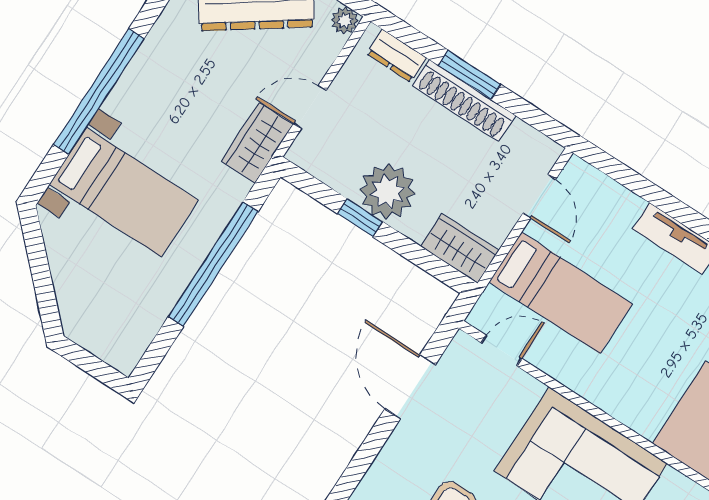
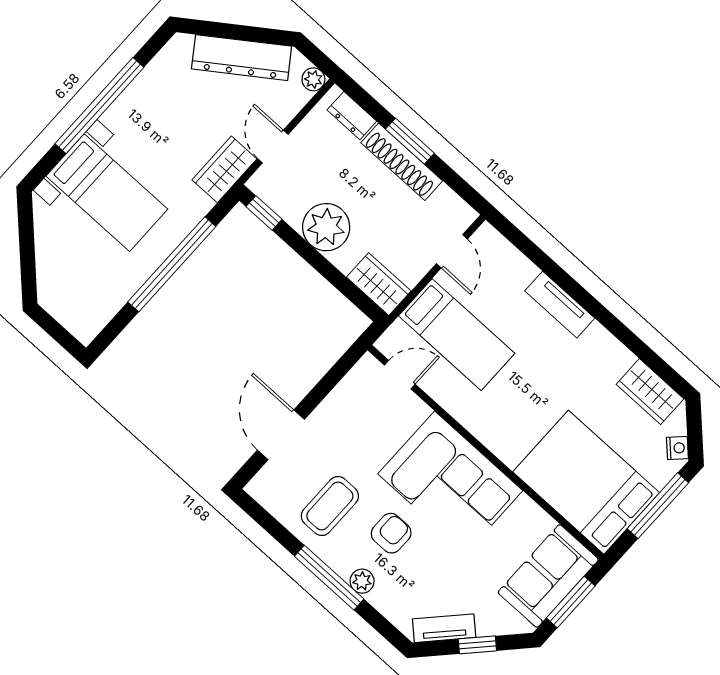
door: (310, 107) -> (273, 147), hinge flipped
window: (360, 218) -> (264, 213), moved
door: (410, 387) -> (281, 435), moved

